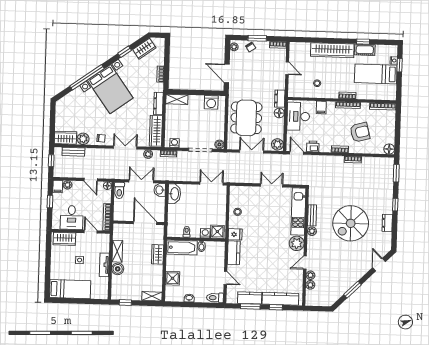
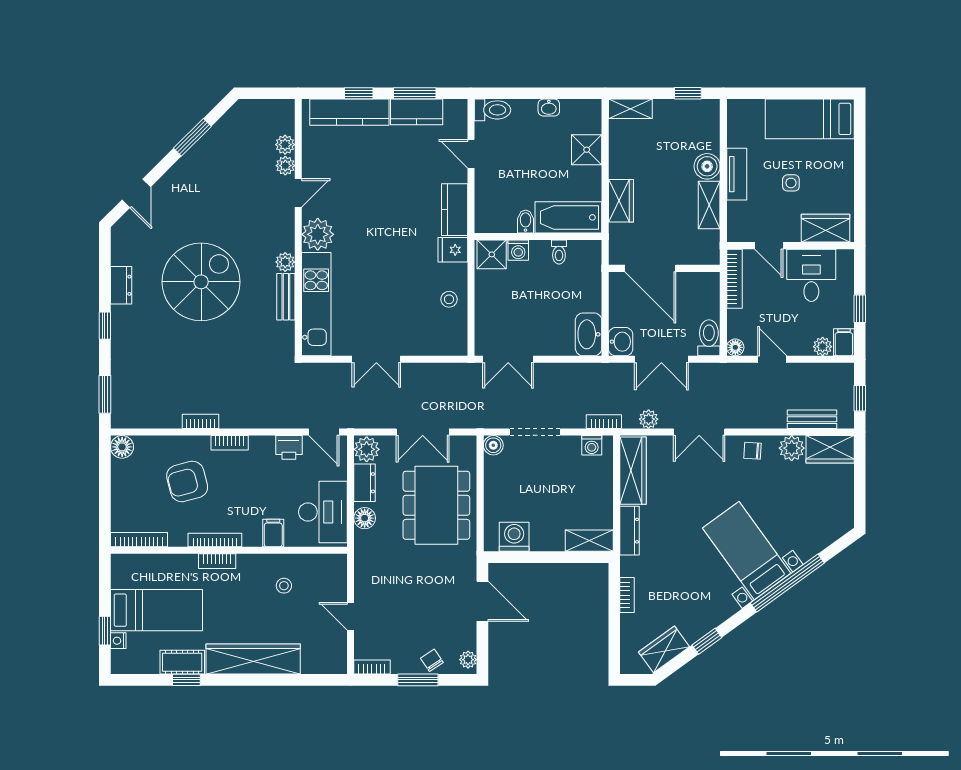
bed with nightstands: (110, 89) -> (747, 551), width x0.73
dresser: (280, 99) -> (365, 483), moved

